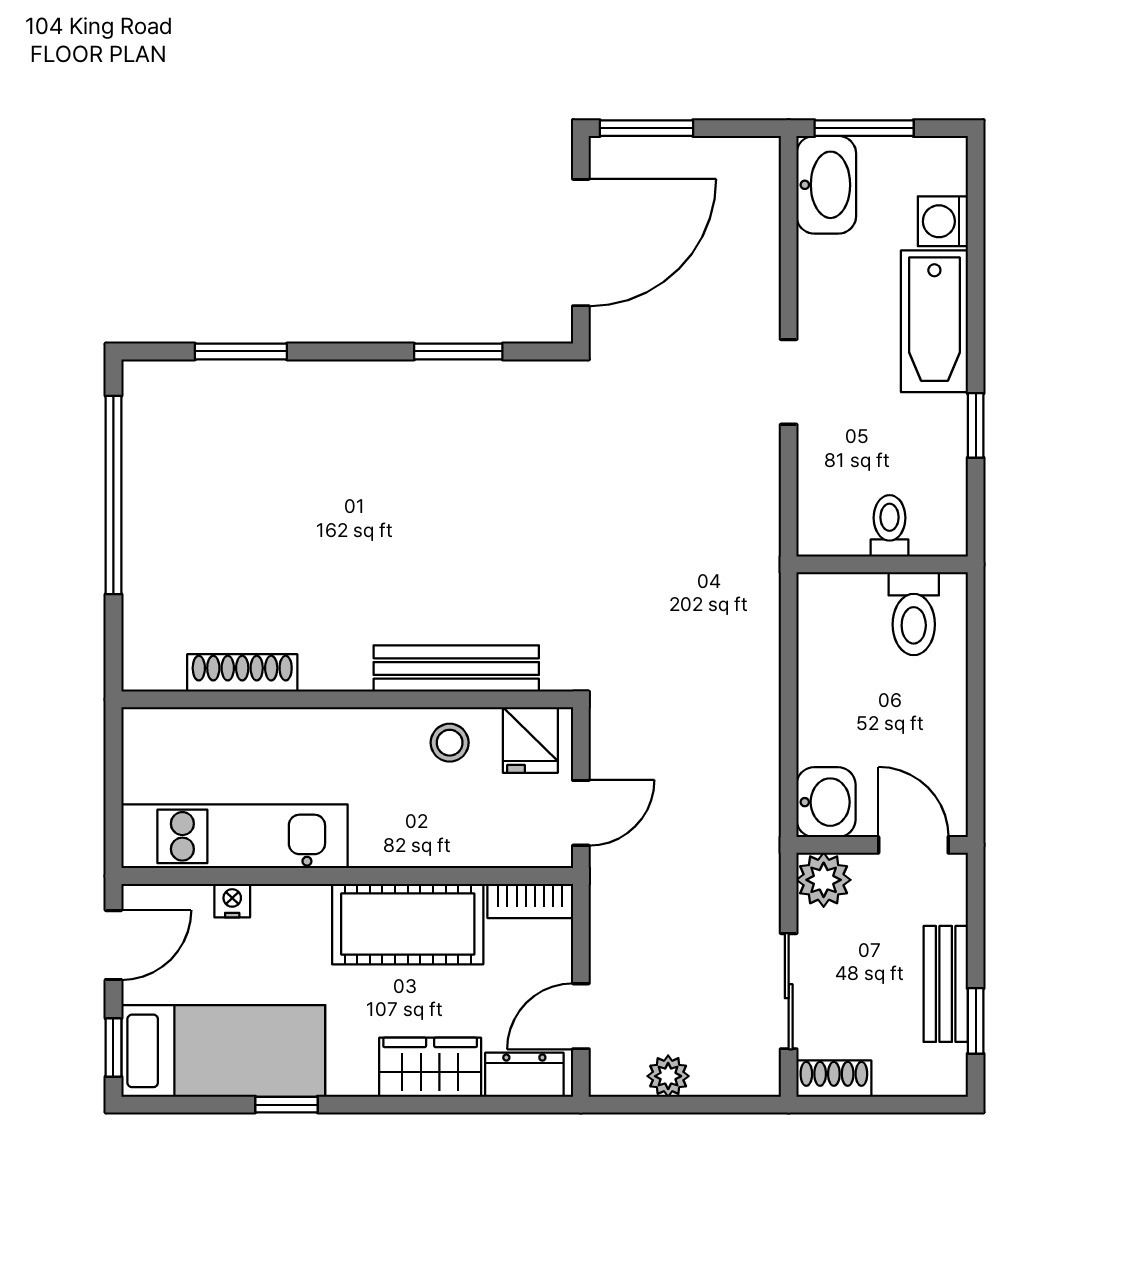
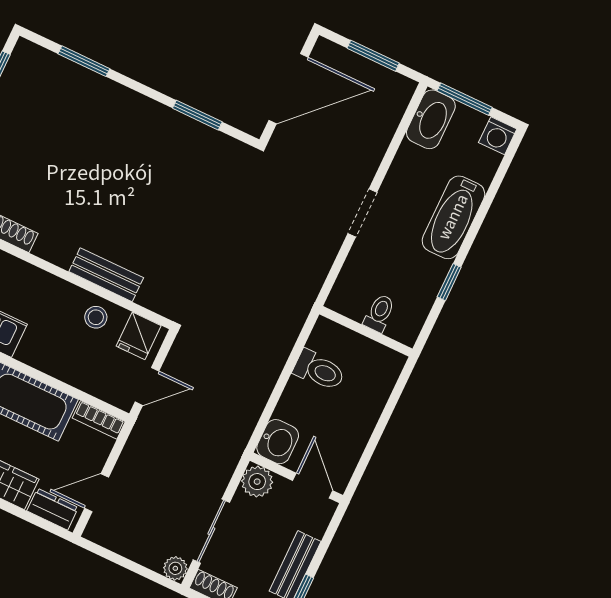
window: (646, 128) -> (373, 56), moved
washing machine: (943, 221) -> (498, 136), moved, turned -90
toilet: (914, 614) -> (319, 370), moved, turned -90
bench: (456, 669) -> (106, 275), width x0.73
plant: (668, 1076) -> (175, 568), moved

